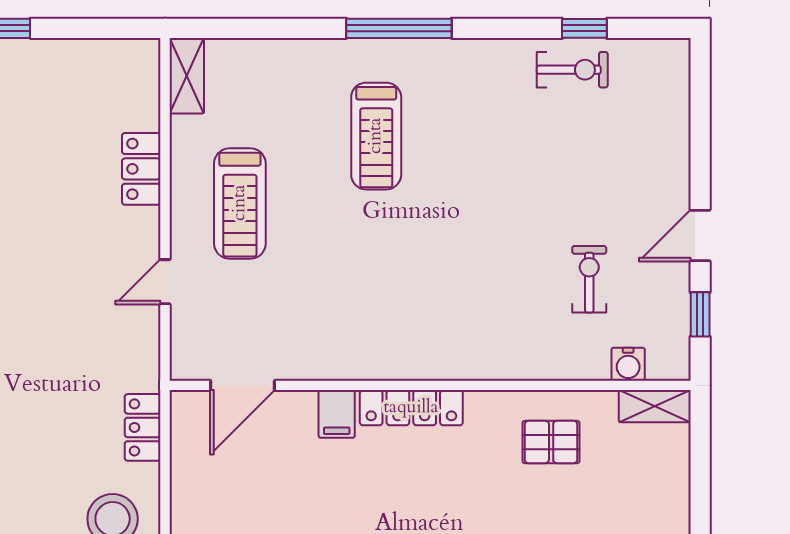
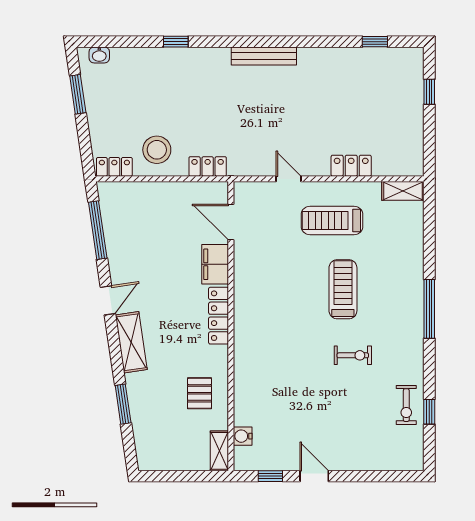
treadmill: (376, 136) -> (343, 289), moved, turned 90
exercise bike: (589, 279) -> (353, 355), moved
filing cabinet: (337, 414) -> (215, 264), width x2.00

